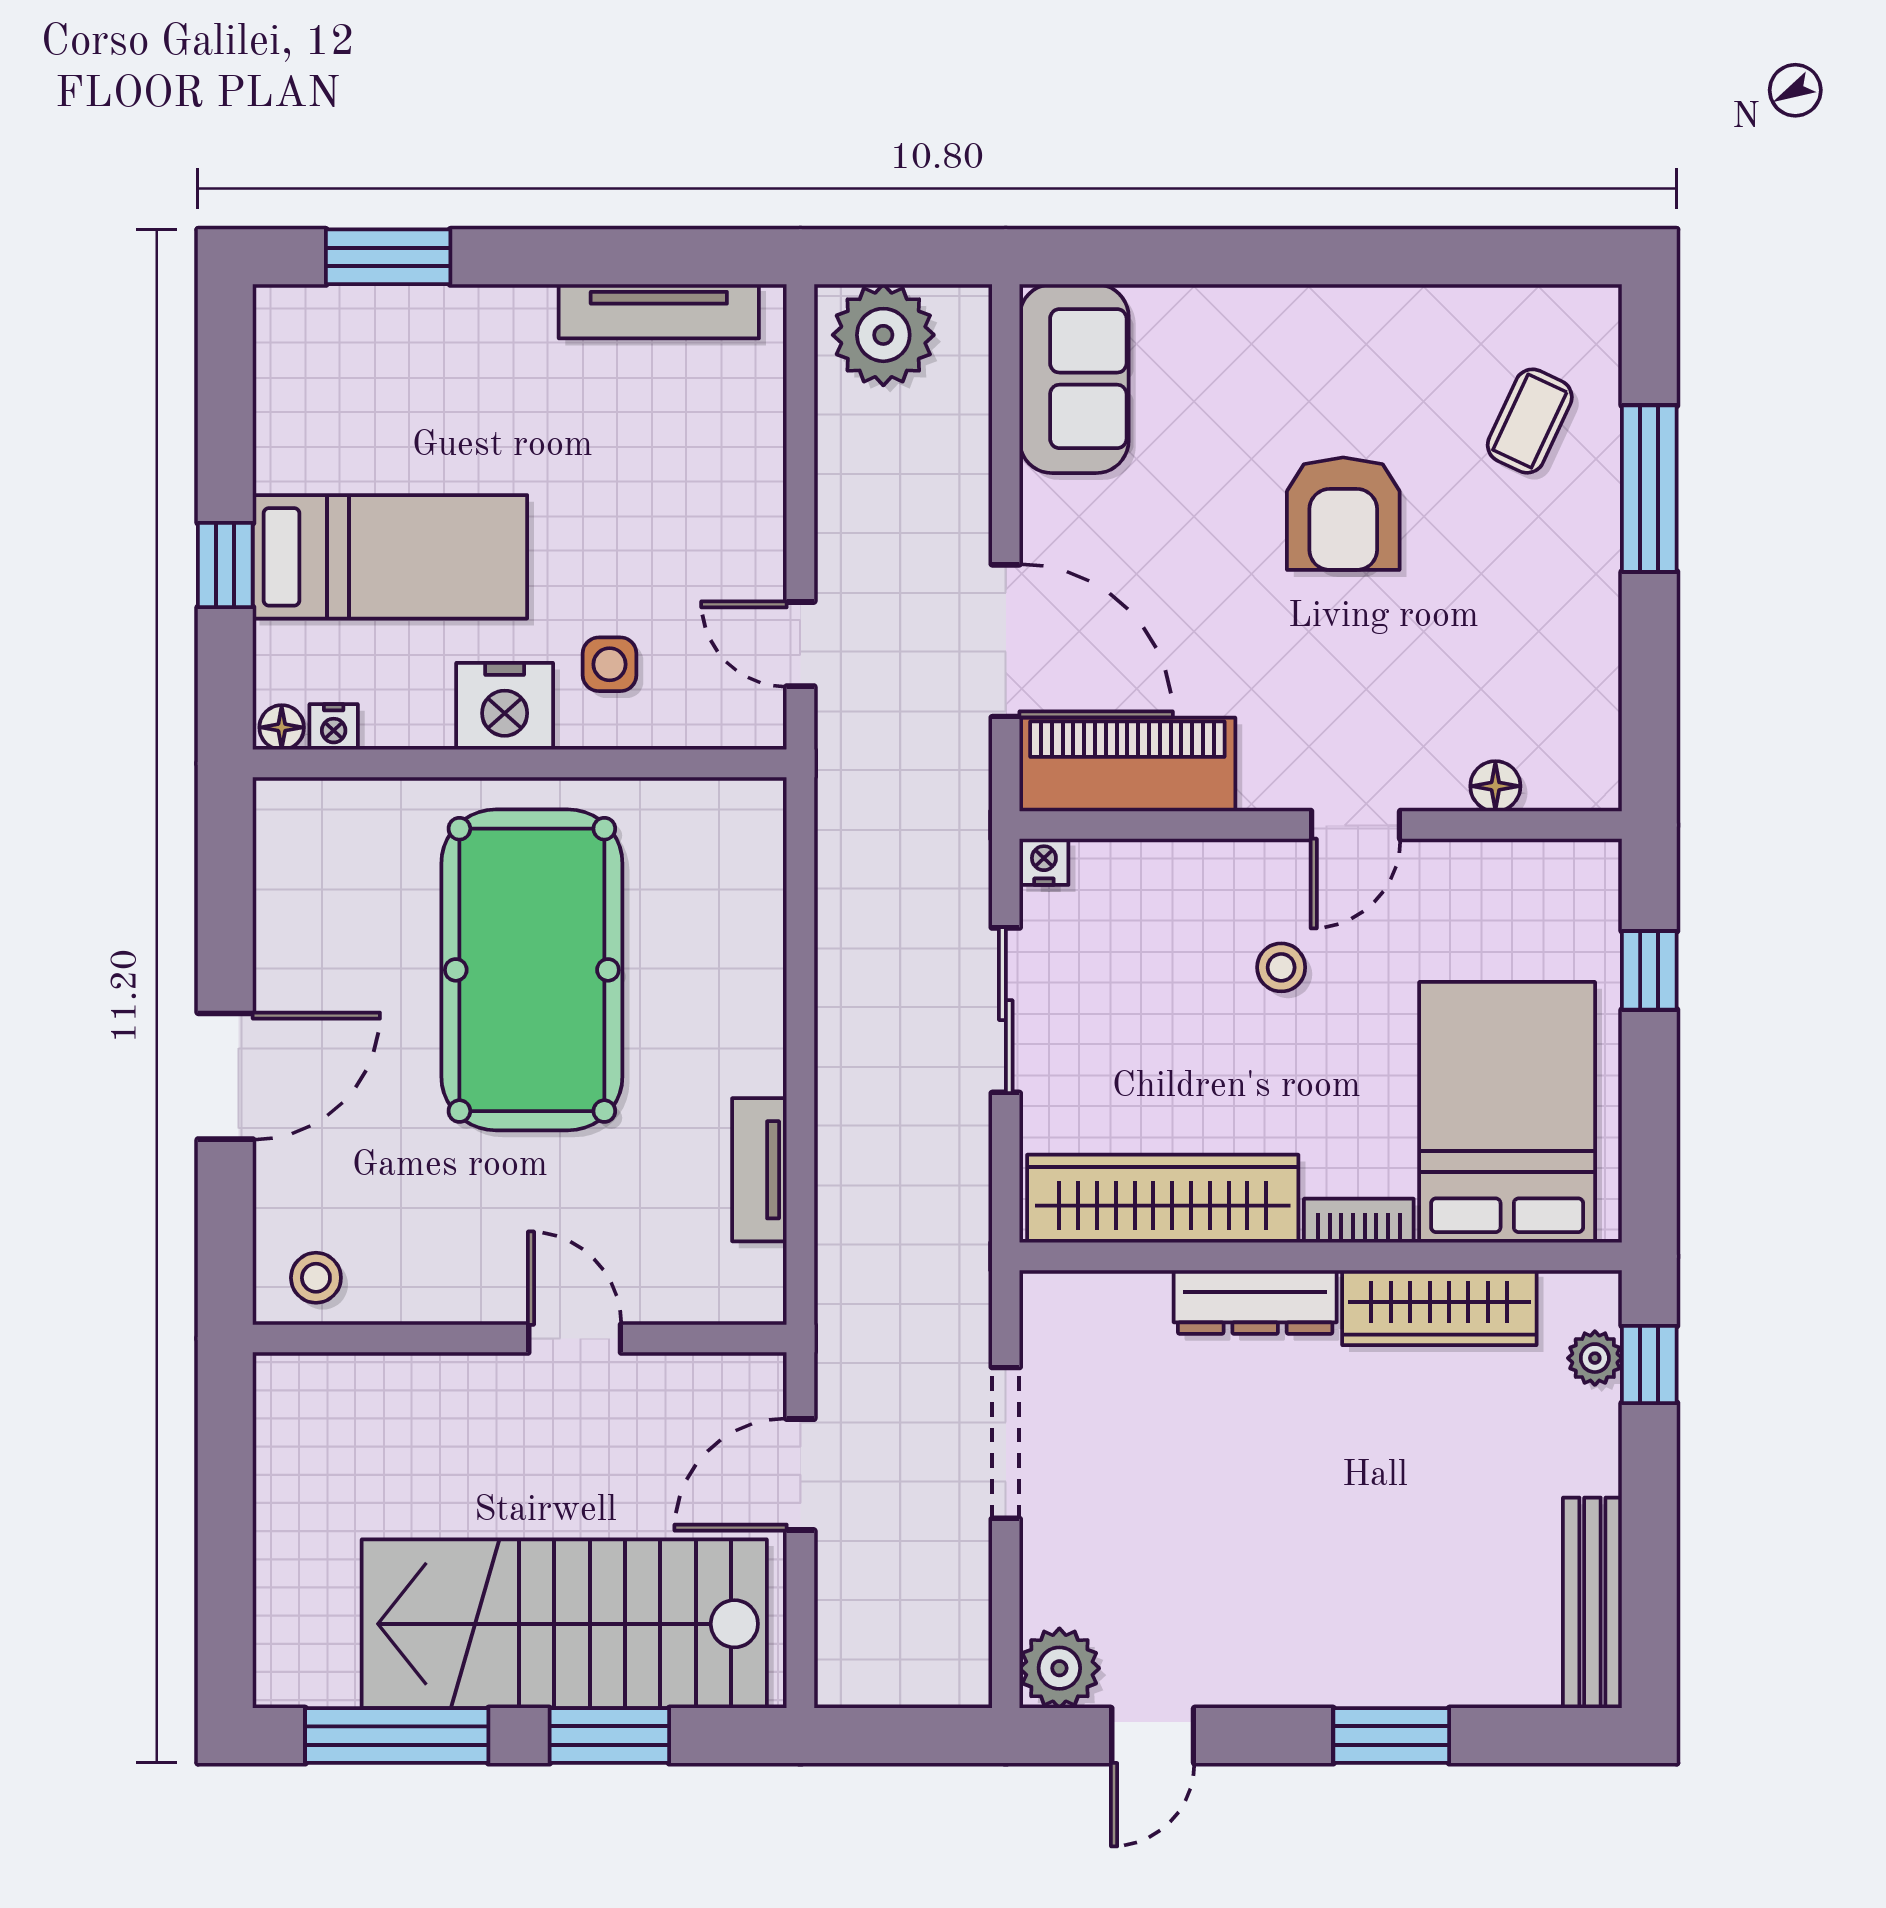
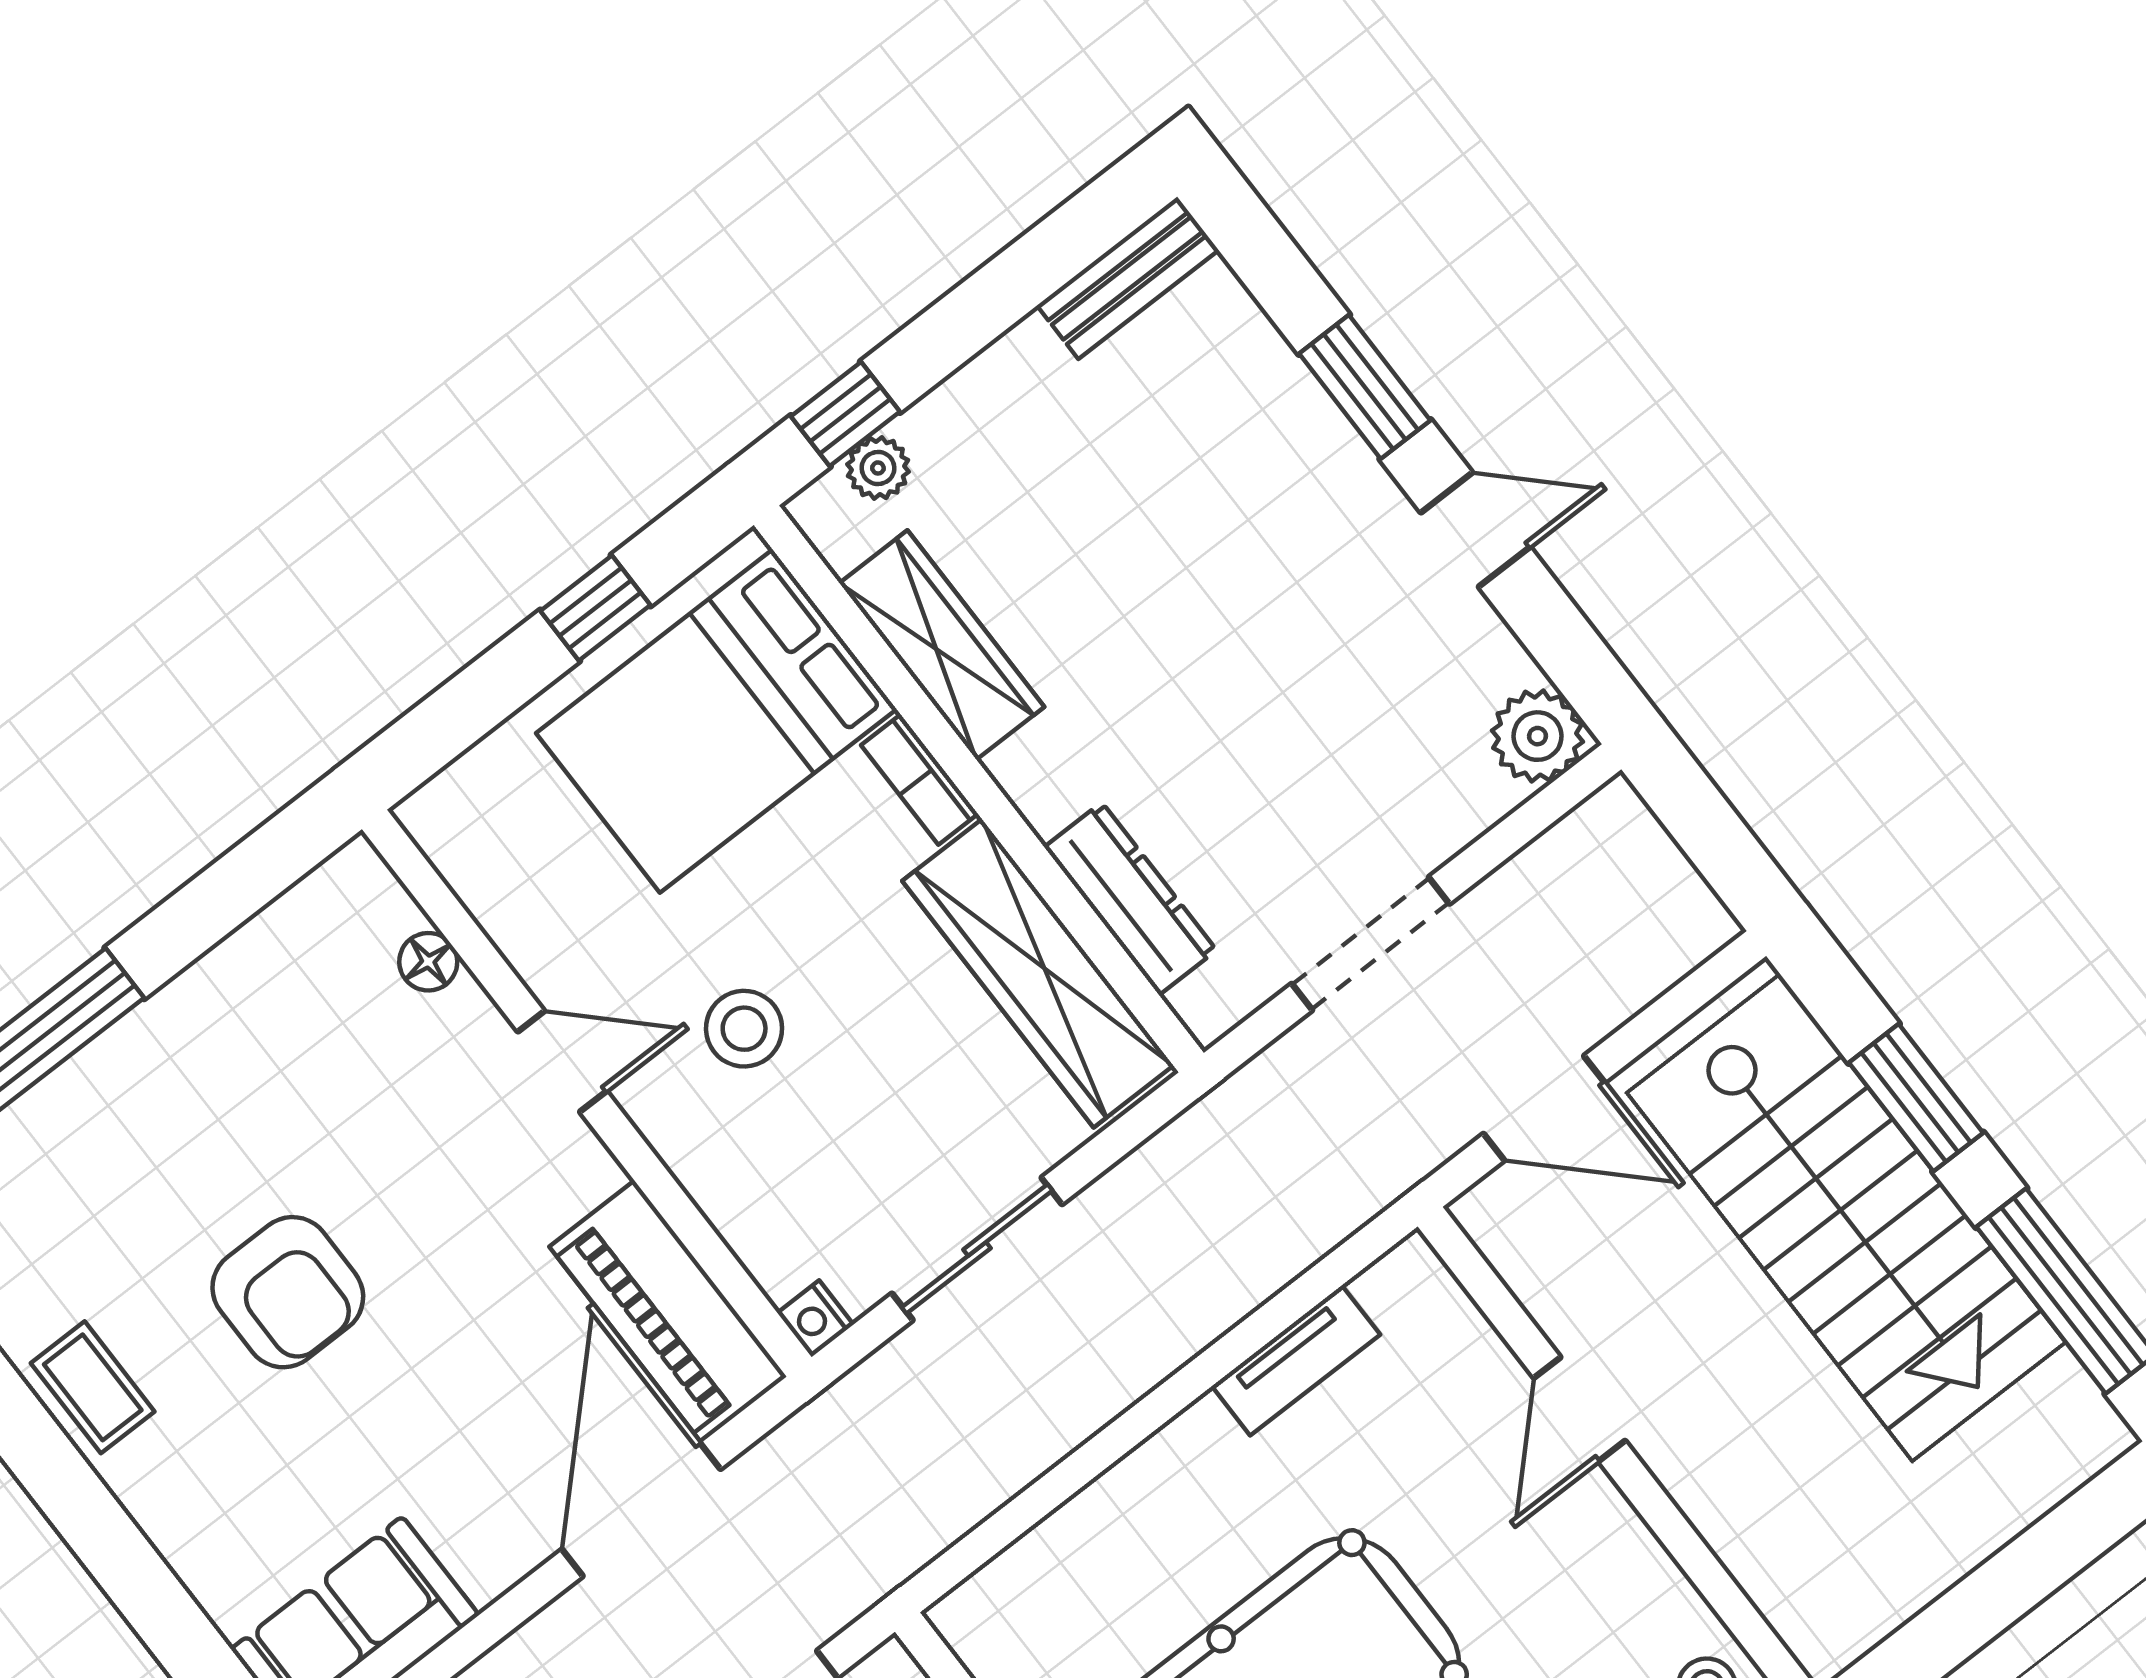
coffee table: (1530, 421) -> (93, 1387), moved, turned 65
armchair: (1343, 514) -> (288, 1292), turned 90
stool: (1281, 967) -> (744, 1029), width x1.37, depth x1.37
window: (1649, 970) -> (595, 608), moved
dresser: (1255, 1302) -> (1130, 899), moved
bench: (1592, 1603) -> (1128, 278), width x0.73
door: (1153, 1736) -> (1475, 530), moved

